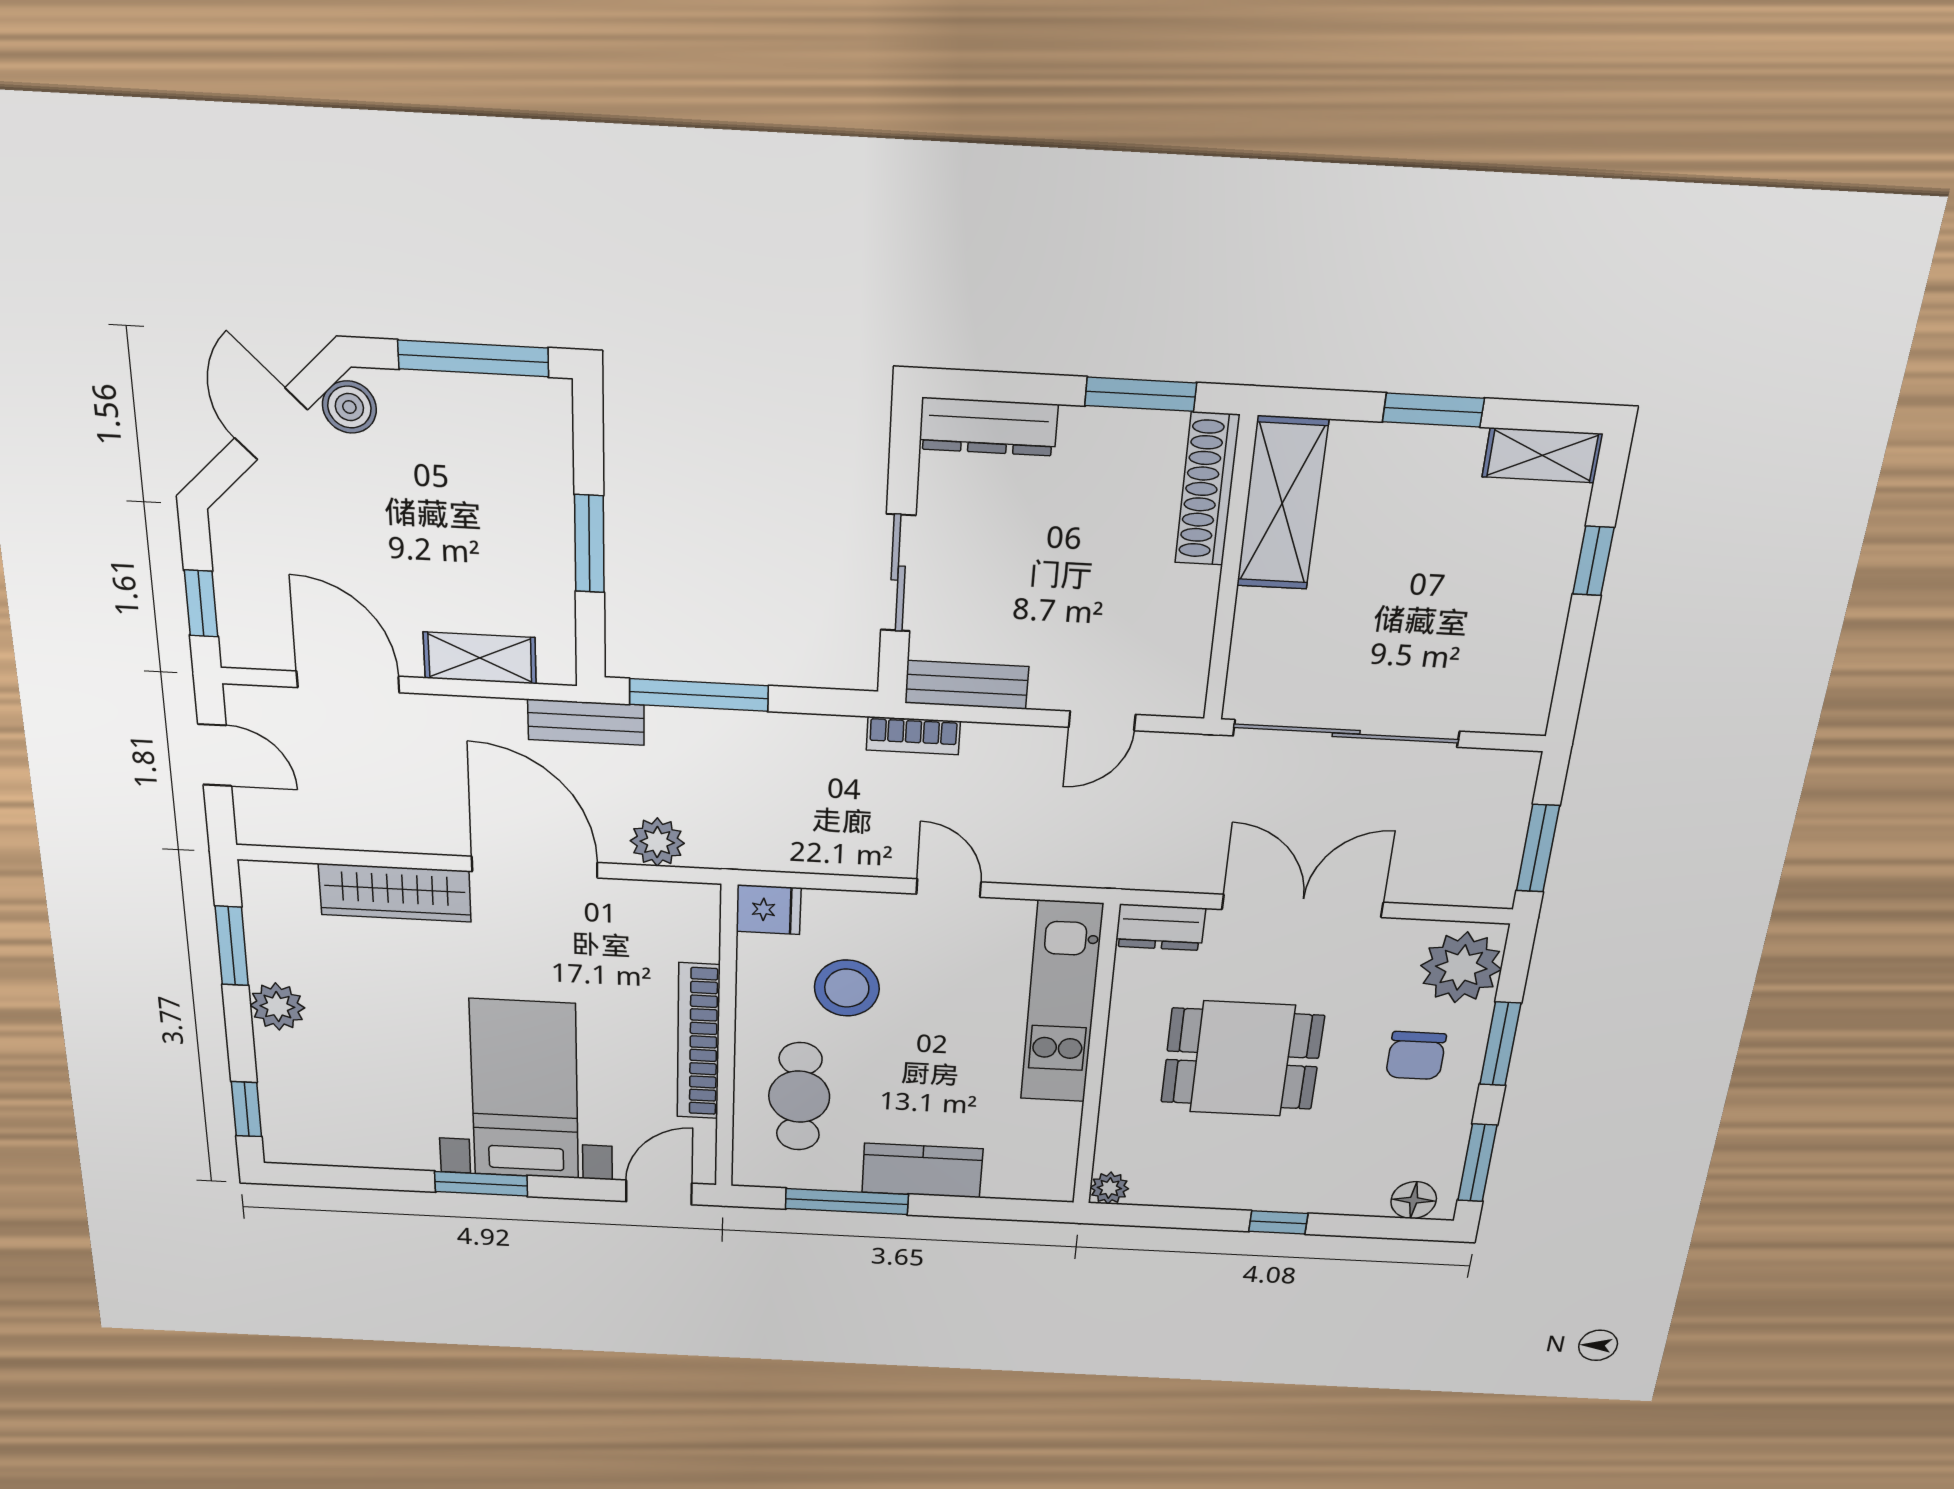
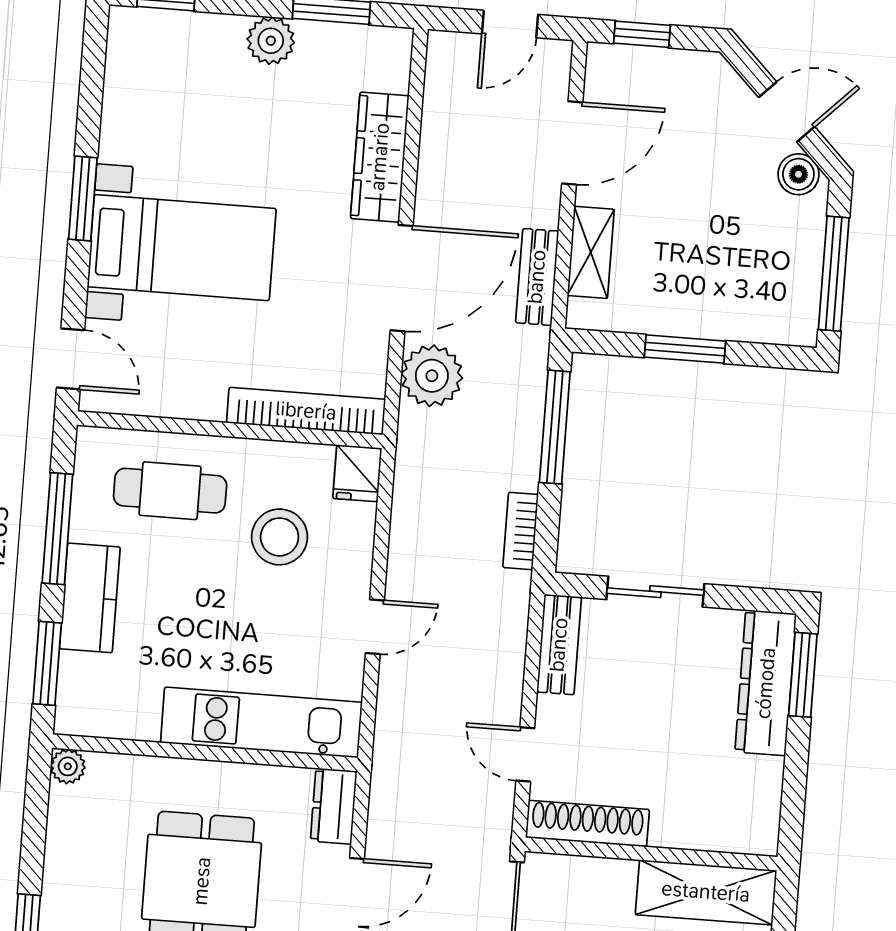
window: (1141, 394) -> (803, 675), moved
dresser: (988, 427) -> (766, 683), width x1.37, depth x1.24
shoe rack: (1207, 489) -> (587, 824), moved
bench: (586, 722) -> (537, 277), moved
bookcase: (913, 736) -> (521, 531), moved
plant: (657, 842) -> (432, 376), width x1.36, depth x1.36
bookcase: (698, 1042) -> (306, 411), moved
window: (995, 1209) -> (47, 663), added

